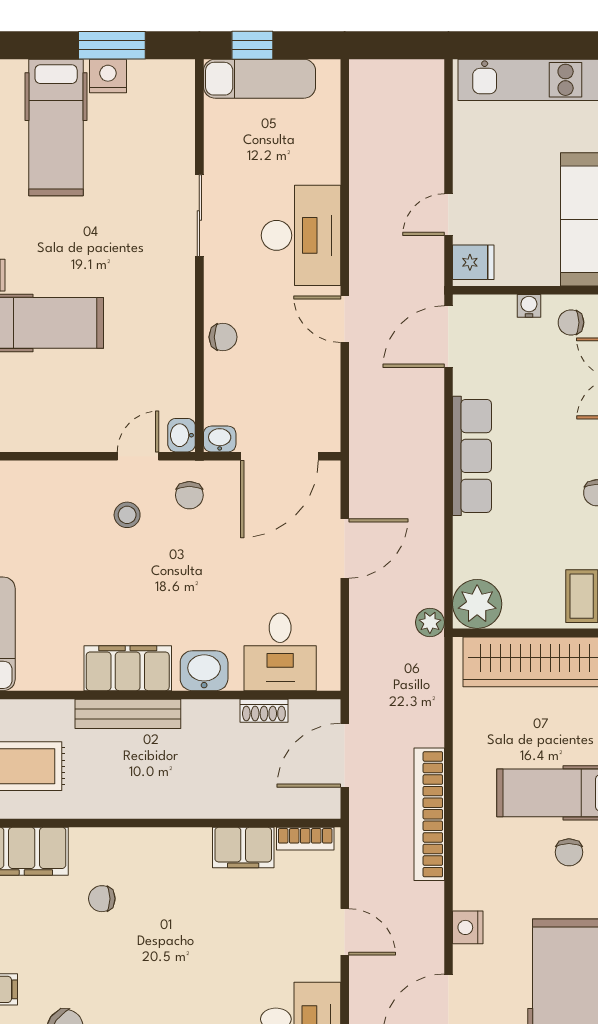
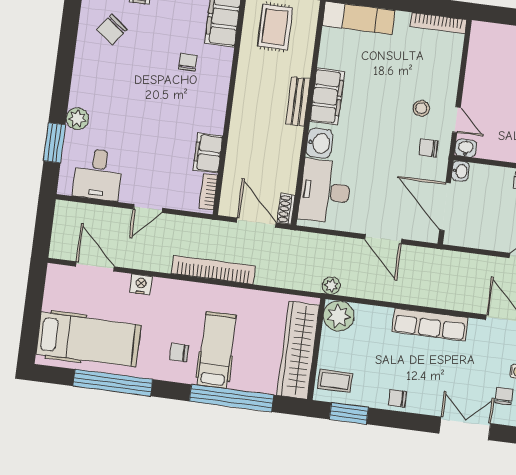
desk: (280, 652) -> (325, 191), width x1.37
shoe rack: (264, 711) -> (286, 209), moved
bench: (128, 714) -> (298, 102), width x0.73

